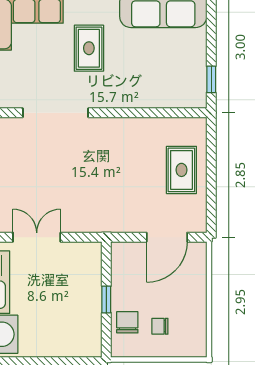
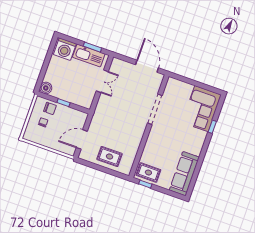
rug: (89, 48) -> (148, 173), moved
door: (167, 237) -> (82, 139), hinge flipped
boiler: (90, 345) -> (46, 88), added

